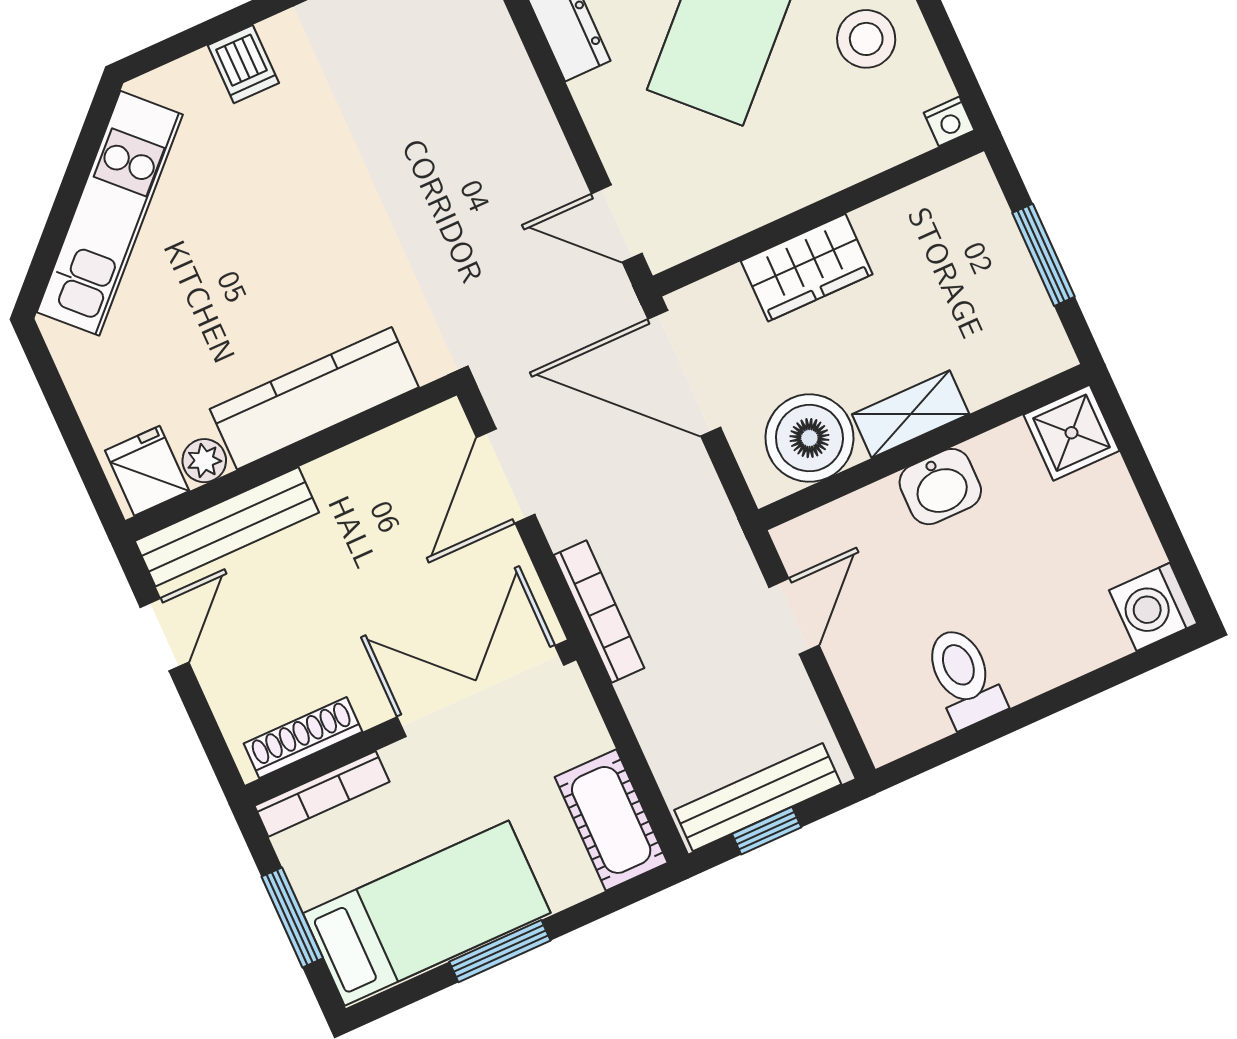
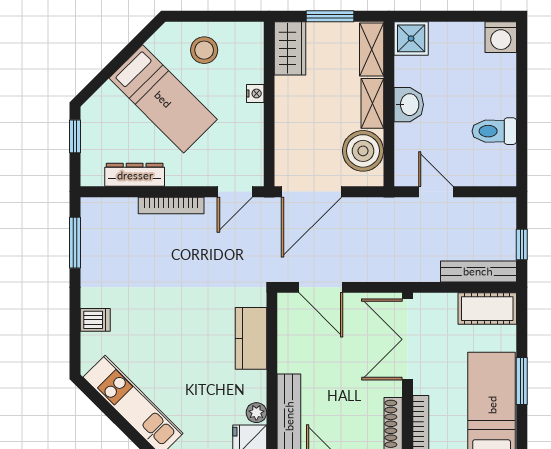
nightstand: (949, 121) -> (255, 93), moved
wardrobe: (807, 268) -> (290, 48), moved
shelving: (1015, 365) -> (372, 50), added
kitchen counter: (314, 398) -> (251, 338), width x0.67
bookcase: (599, 611) -> (171, 205), moved, turned 180
bench: (758, 797) -> (478, 271), moved, turned 90

